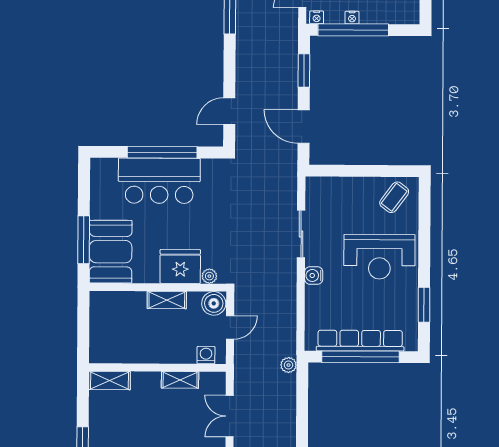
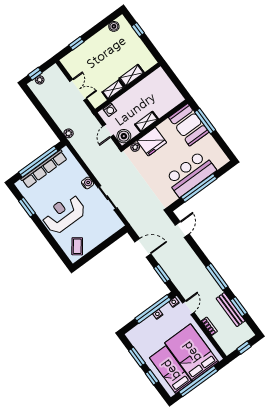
shelving: (110, 381) -> (132, 75), moved

